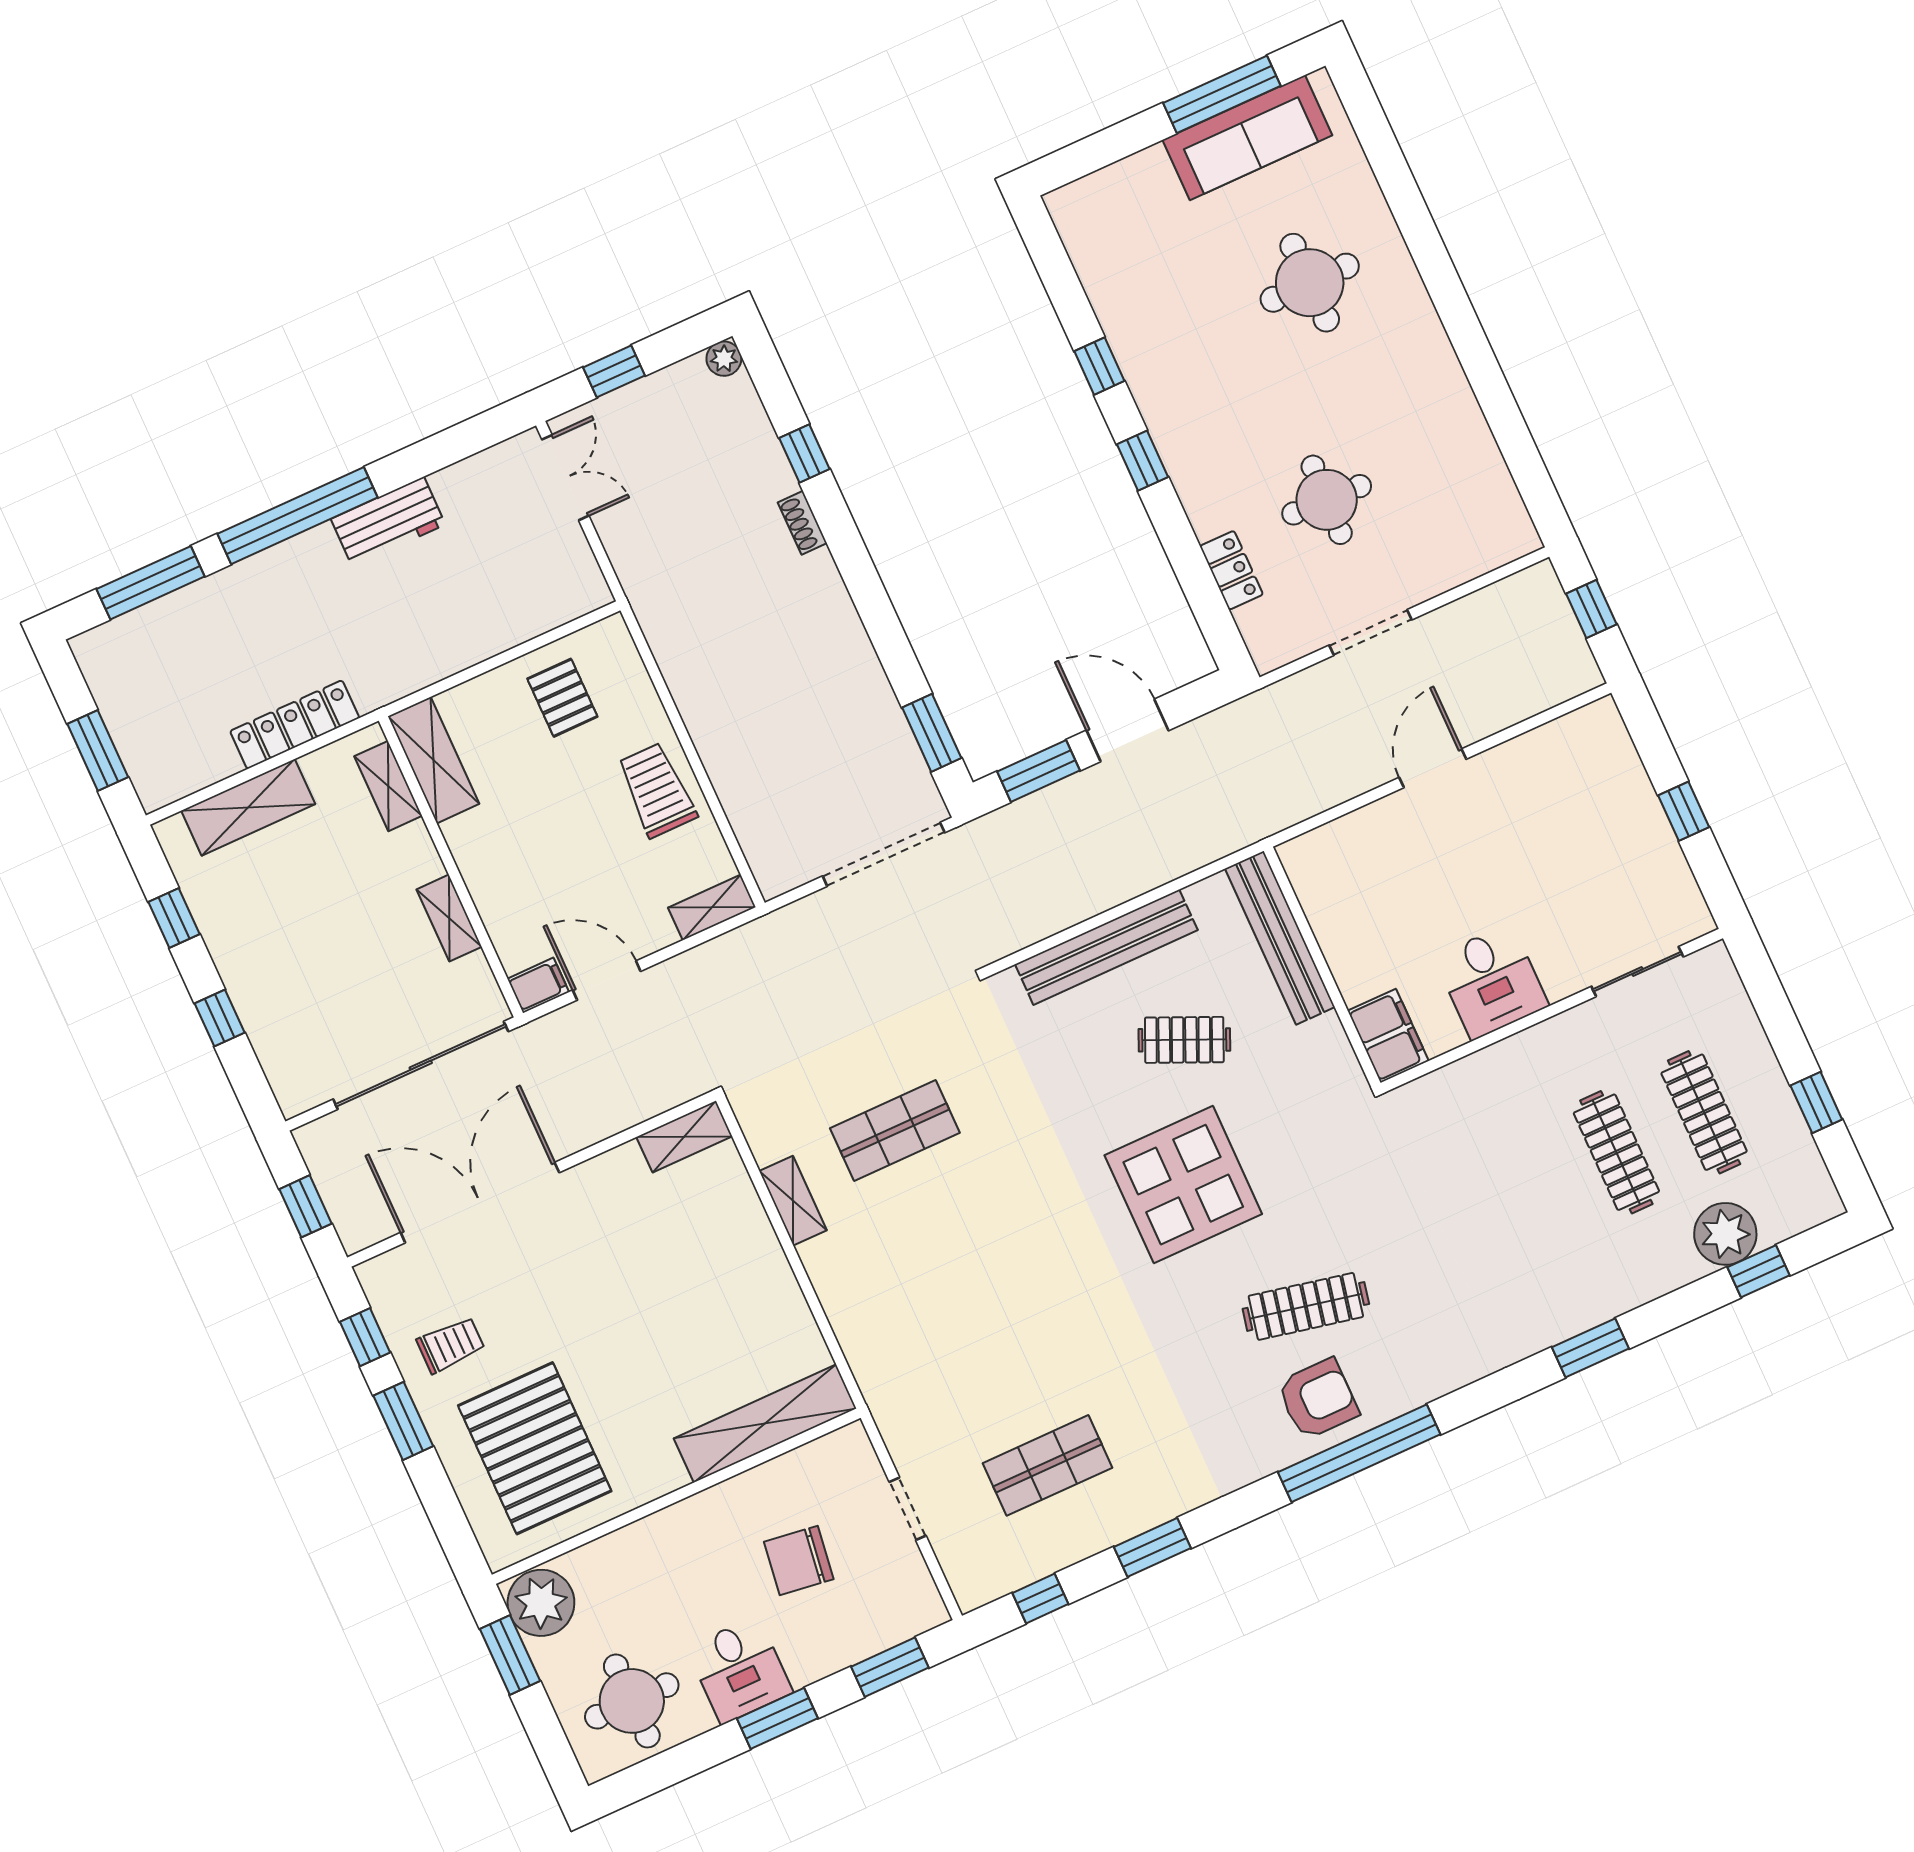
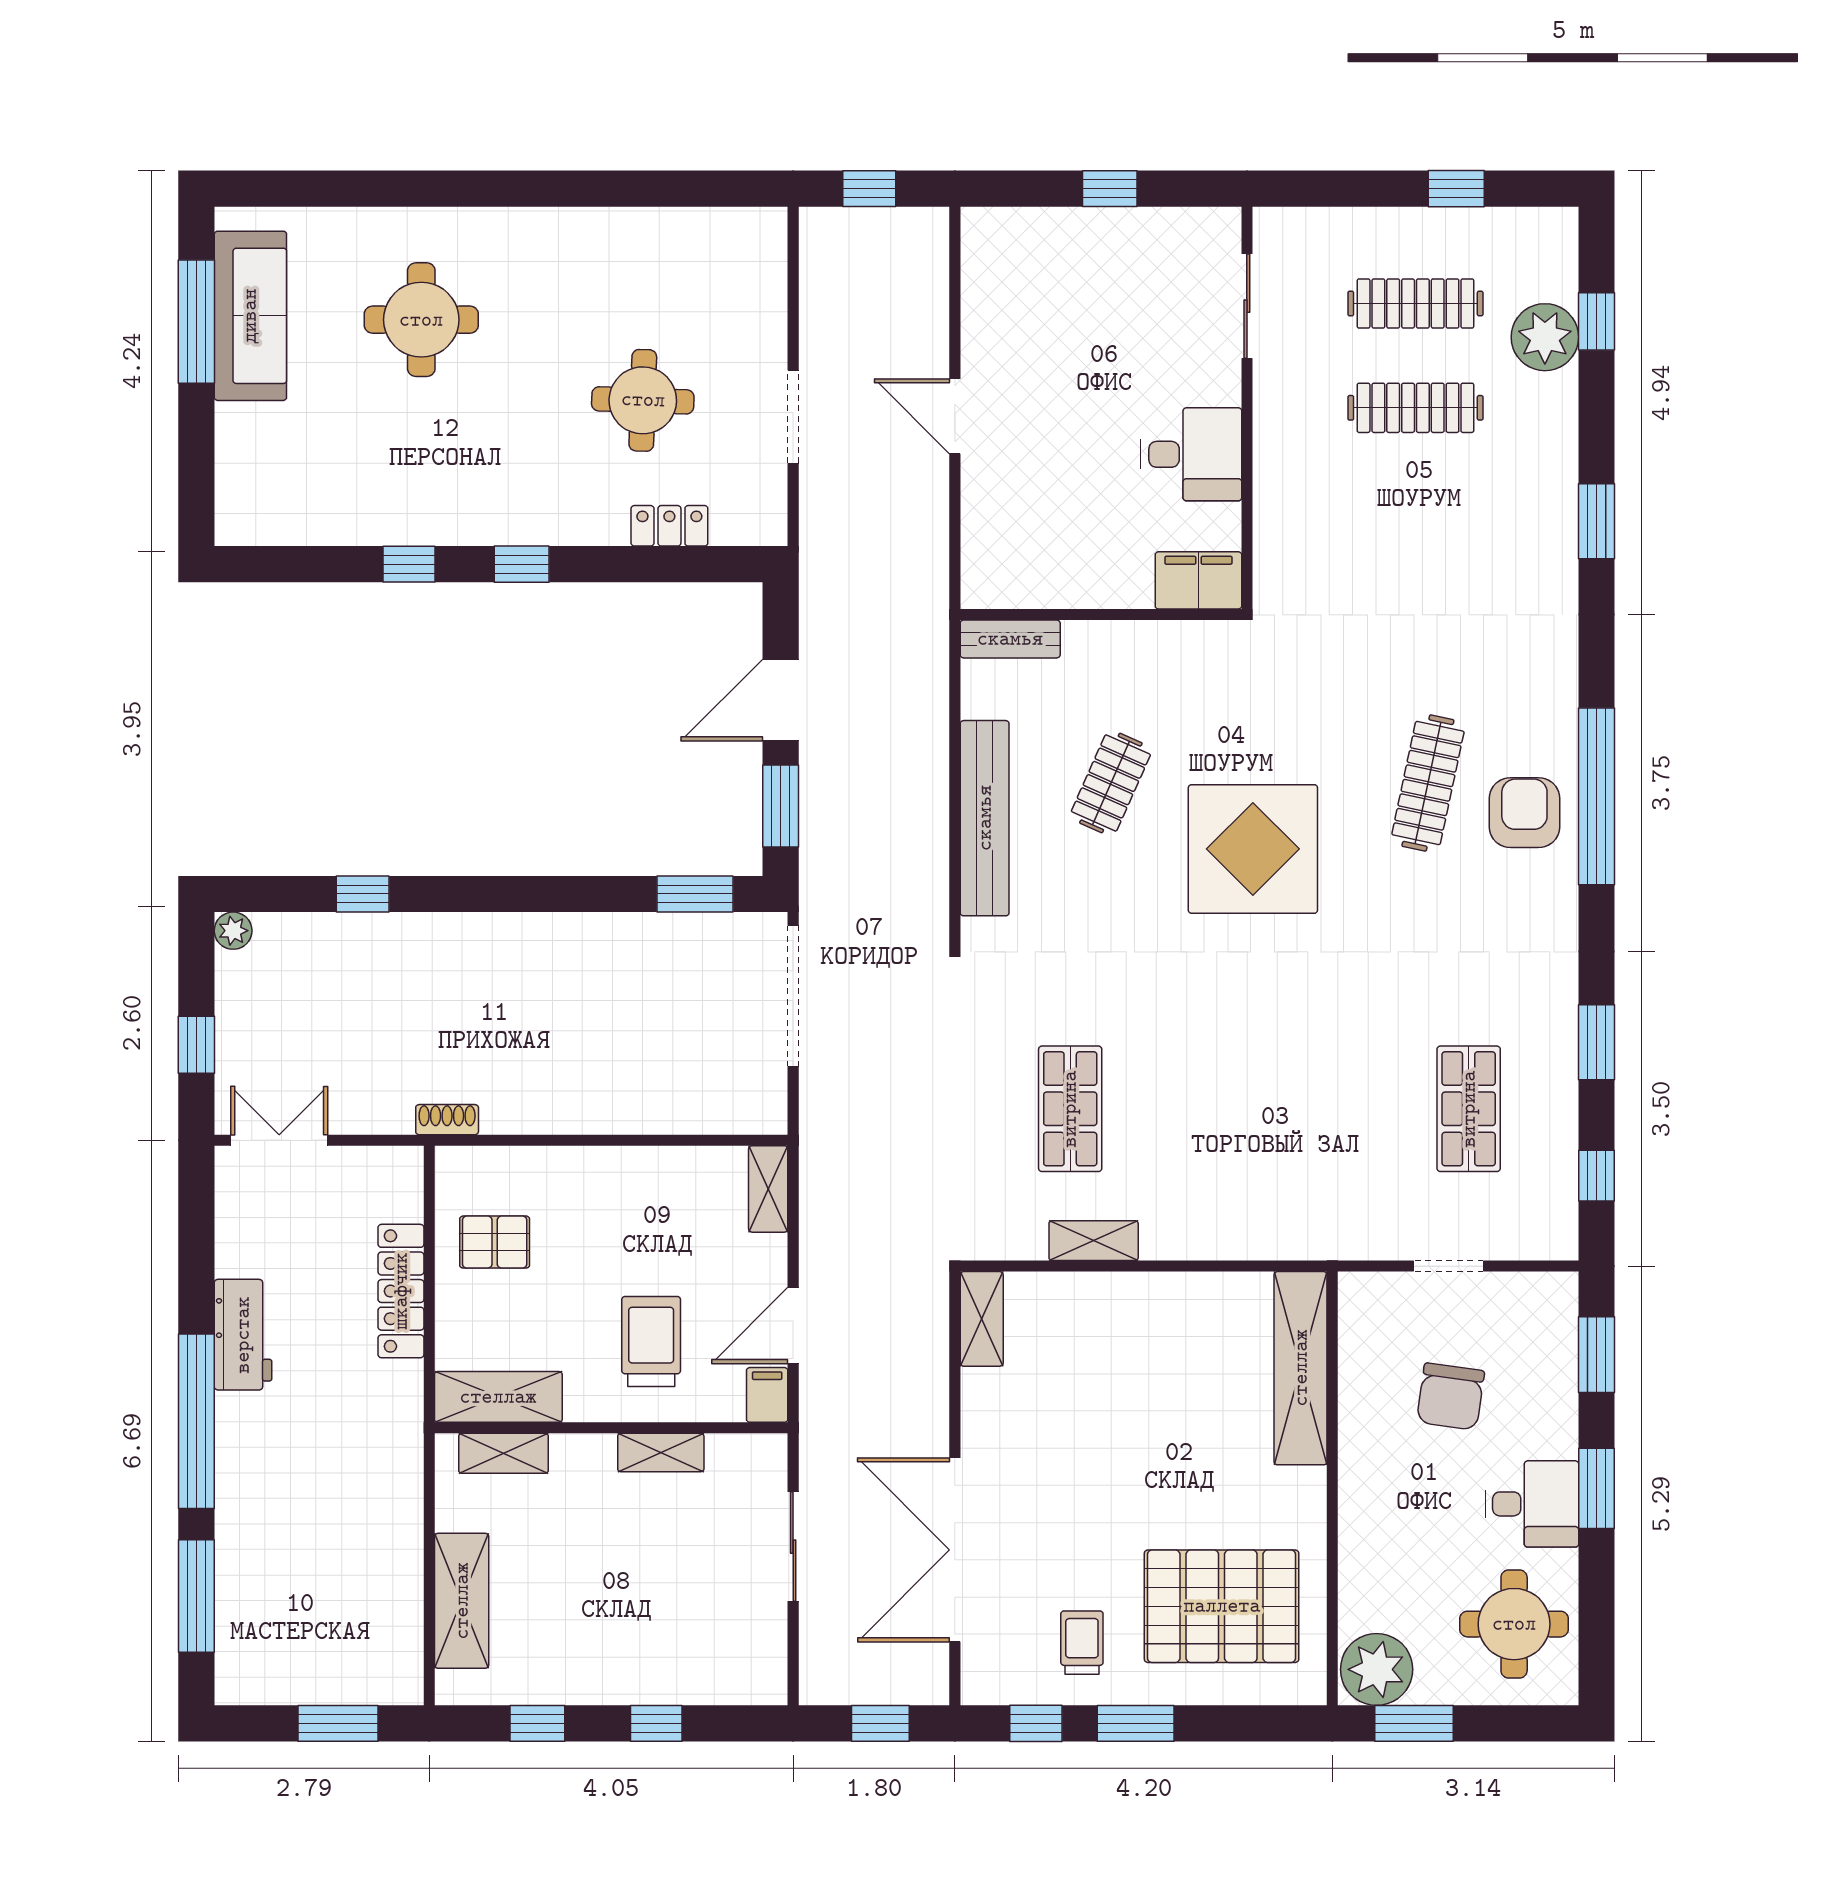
shoe rack: (802, 523) -> (447, 1120), moved, turned 180
locker: (295, 725) -> (401, 1291), moved
trolley: (657, 790) -> (651, 1341), moved, turned 90
bench: (1280, 938) -> (1010, 639), width x0.54, depth x0.82
sliding door: (421, 1065) -> (793, 1547), width x0.54

